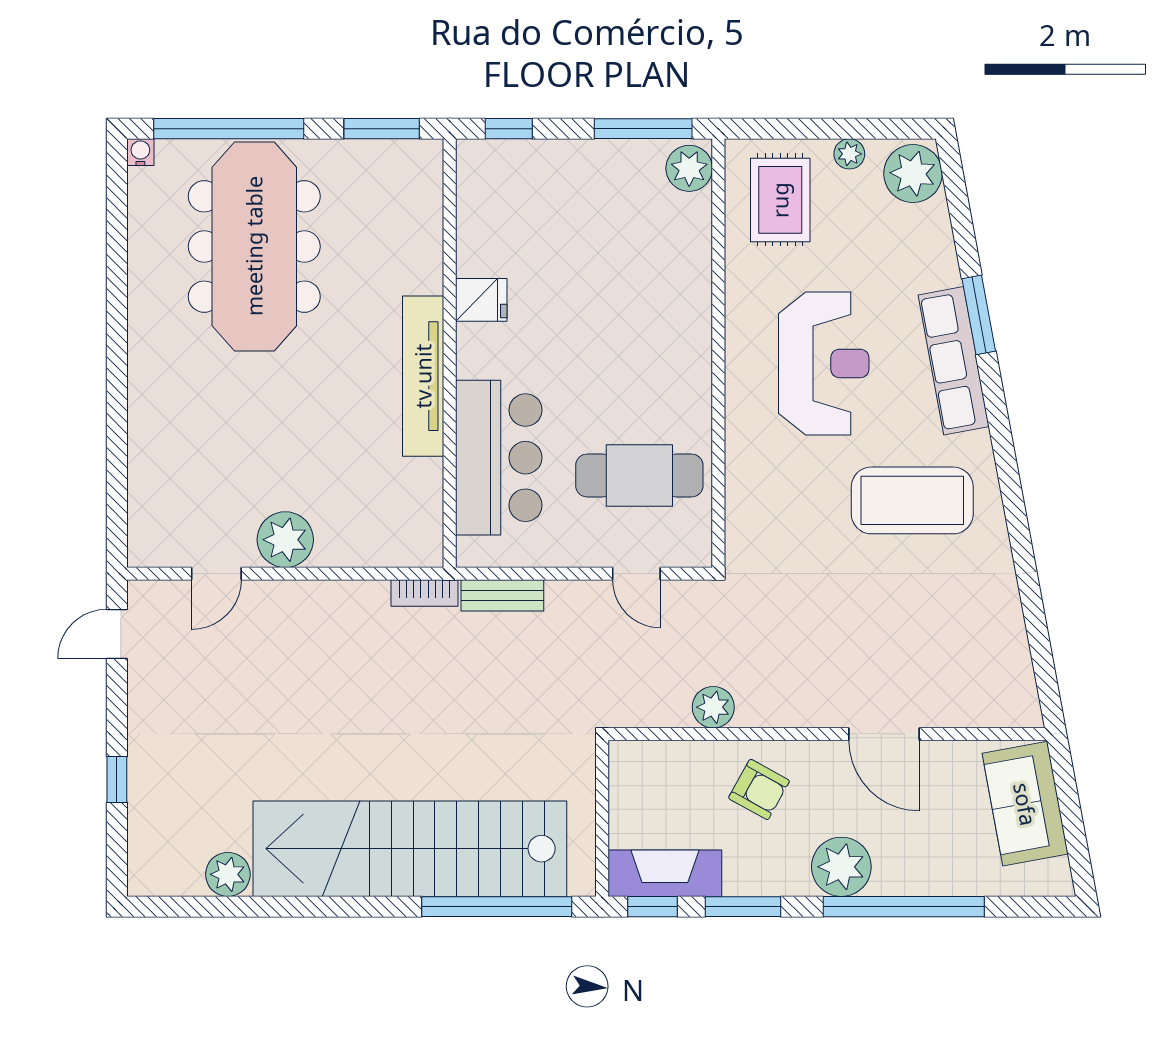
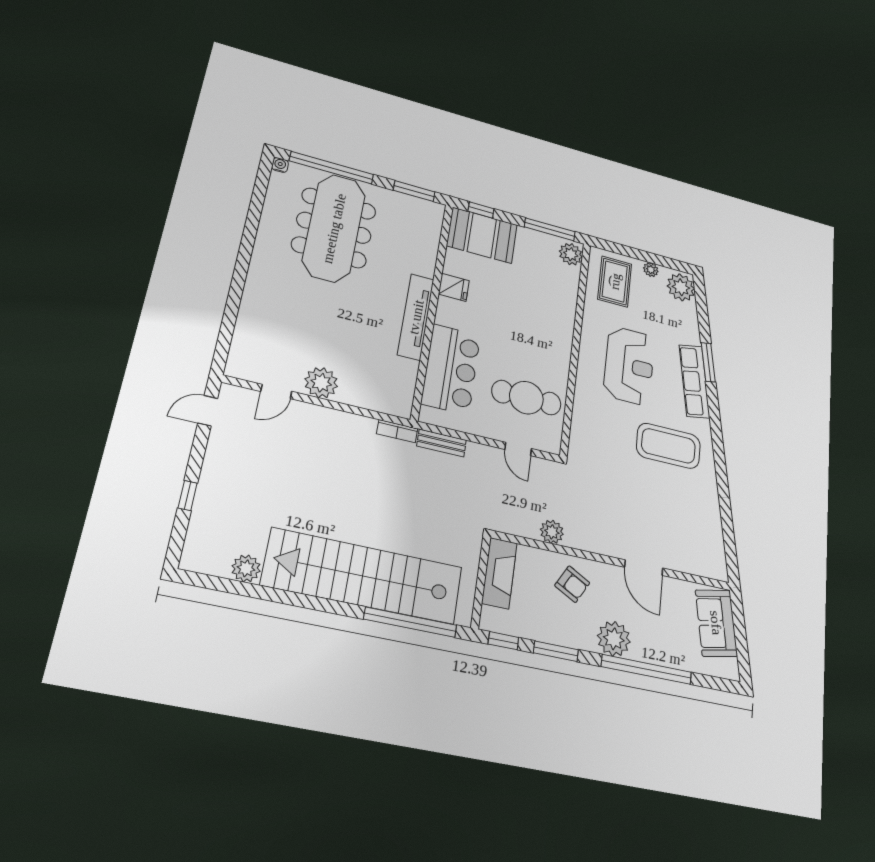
booth: (518, 180) -> (482, 235), added
fireplace: (665, 873) -> (499, 573), moved, turned 90

